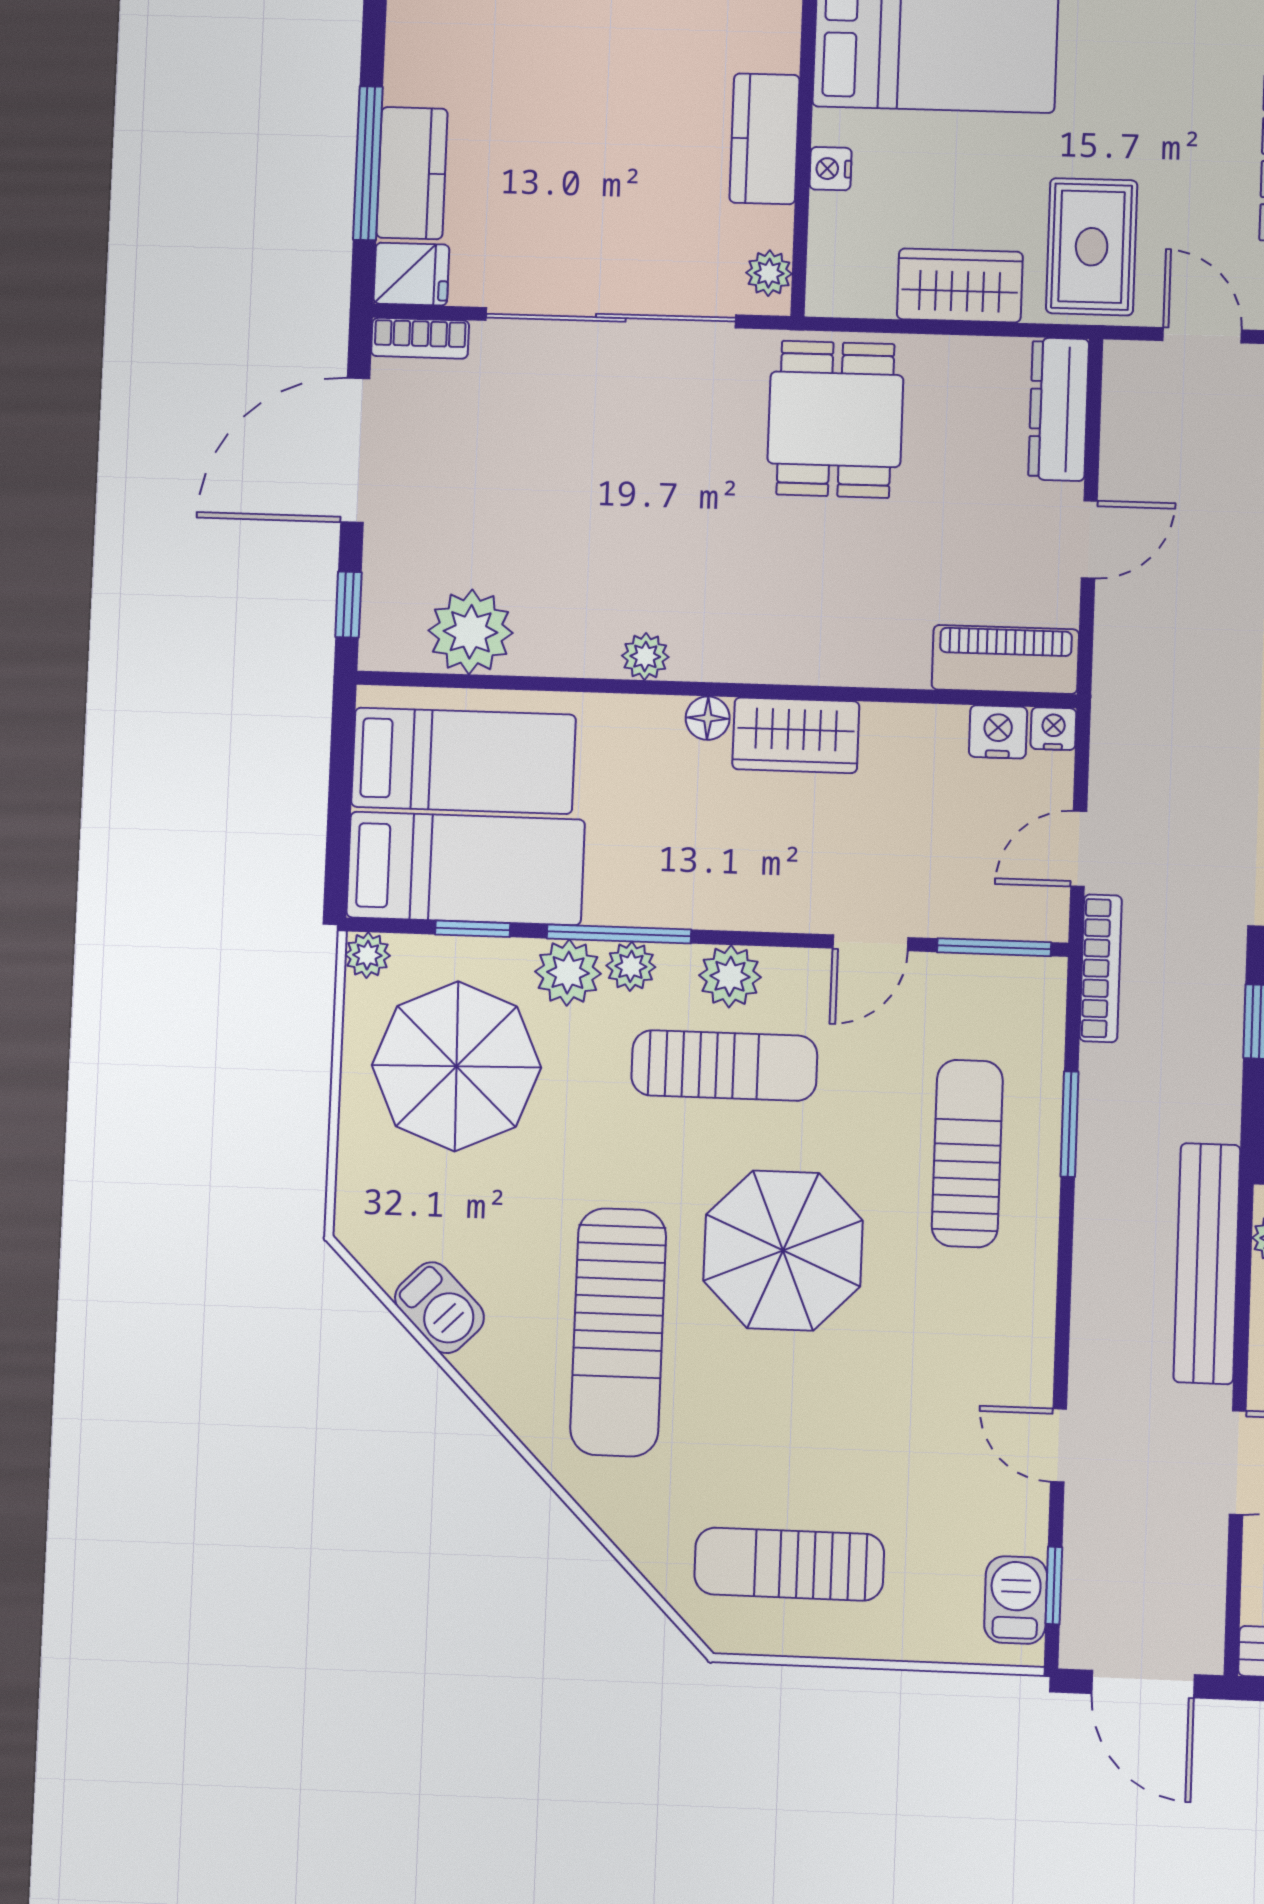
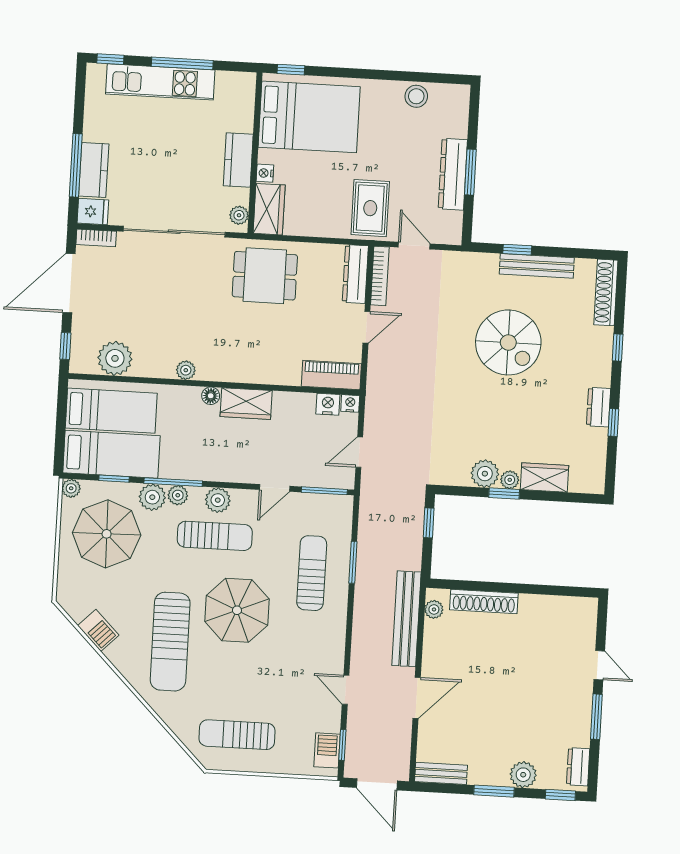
wardrobe: (960, 285) -> (269, 209), moved, turned 90
dining table: (835, 419) -> (265, 276), turned 90
bookcase: (1101, 968) -> (380, 276), moved

